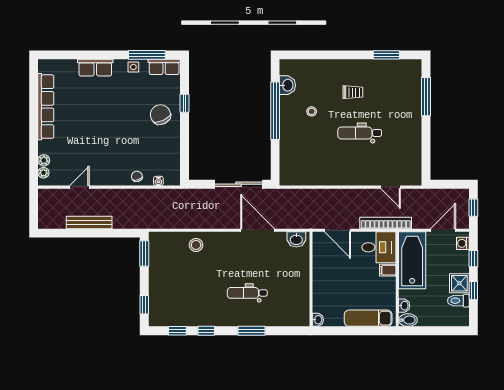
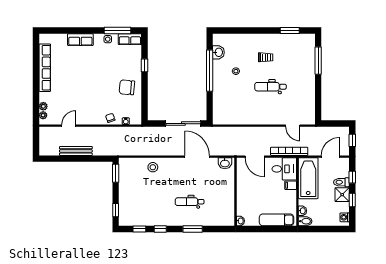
chair: (160, 115) -> (127, 87), moved, turned -60
washing machine: (463, 243) -> (345, 217), moved
toilet: (458, 301) -> (341, 182), moved

